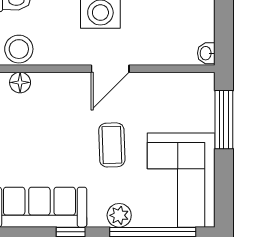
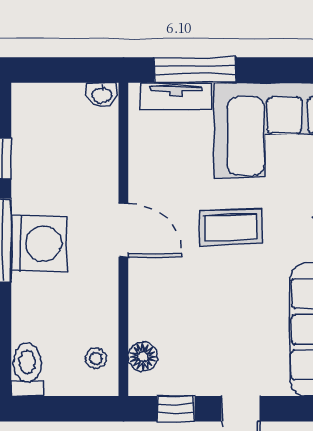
stool: (19, 49) -> (96, 358), width x0.53, depth x0.53
tv unit: (205, 106) -> (176, 96), added

